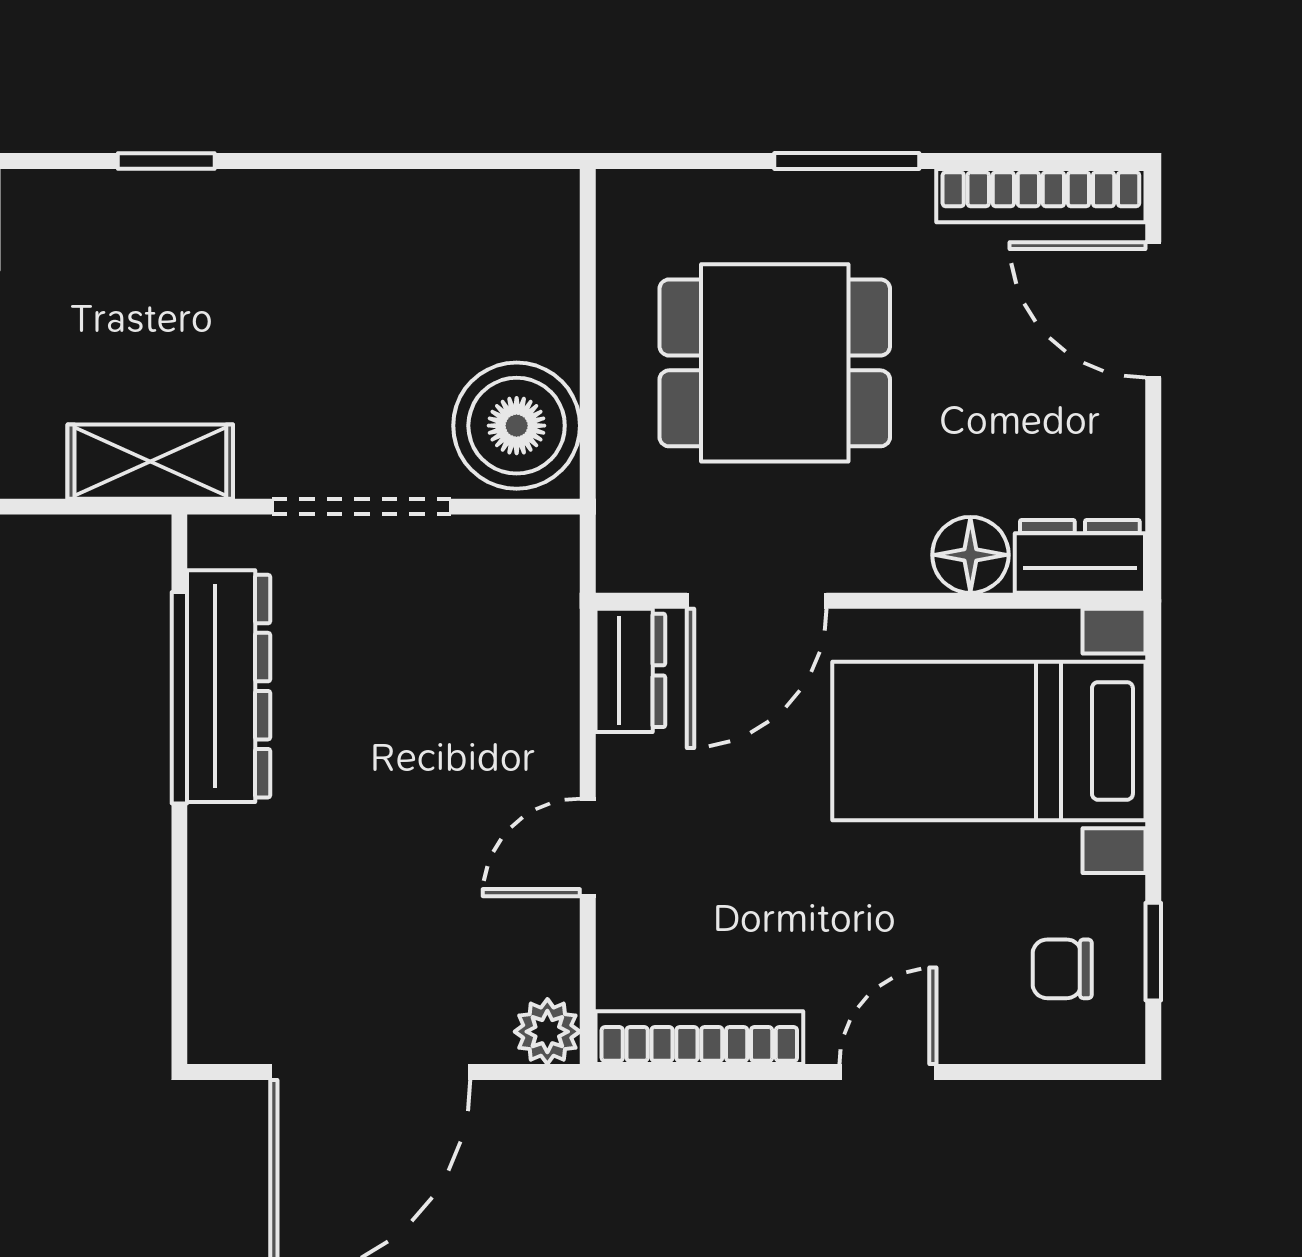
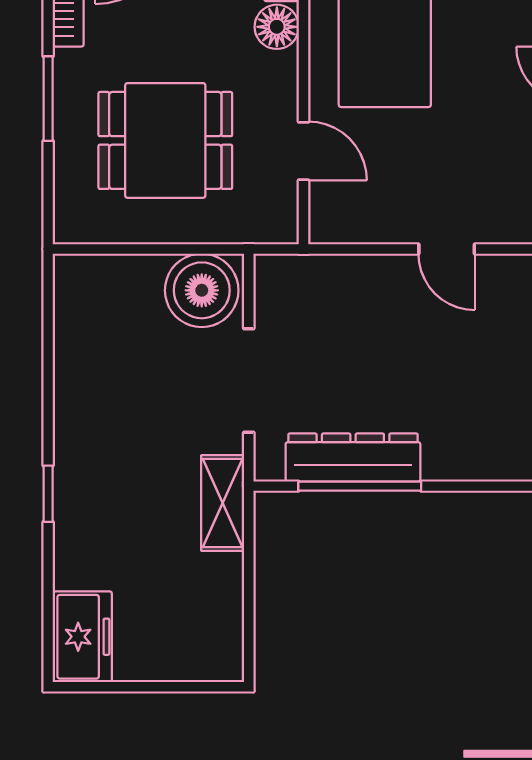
dining table: (775, 363) -> (165, 140), turned 90
door: (757, 601) -> (303, 151), width x0.73
dresser: (630, 670) -> (344, 224), removed

